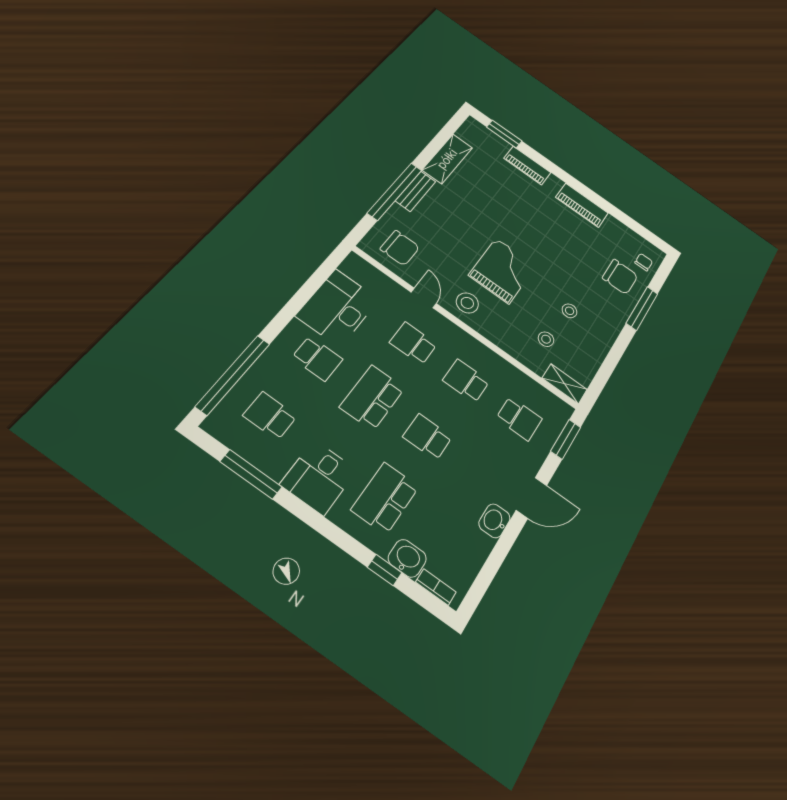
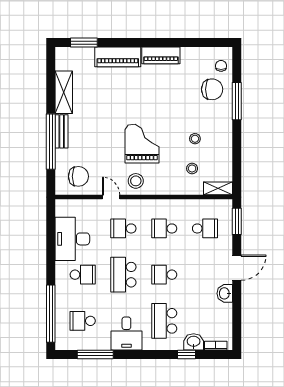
piano: (527, 165) -> (118, 57), width x1.37, depth x1.33

